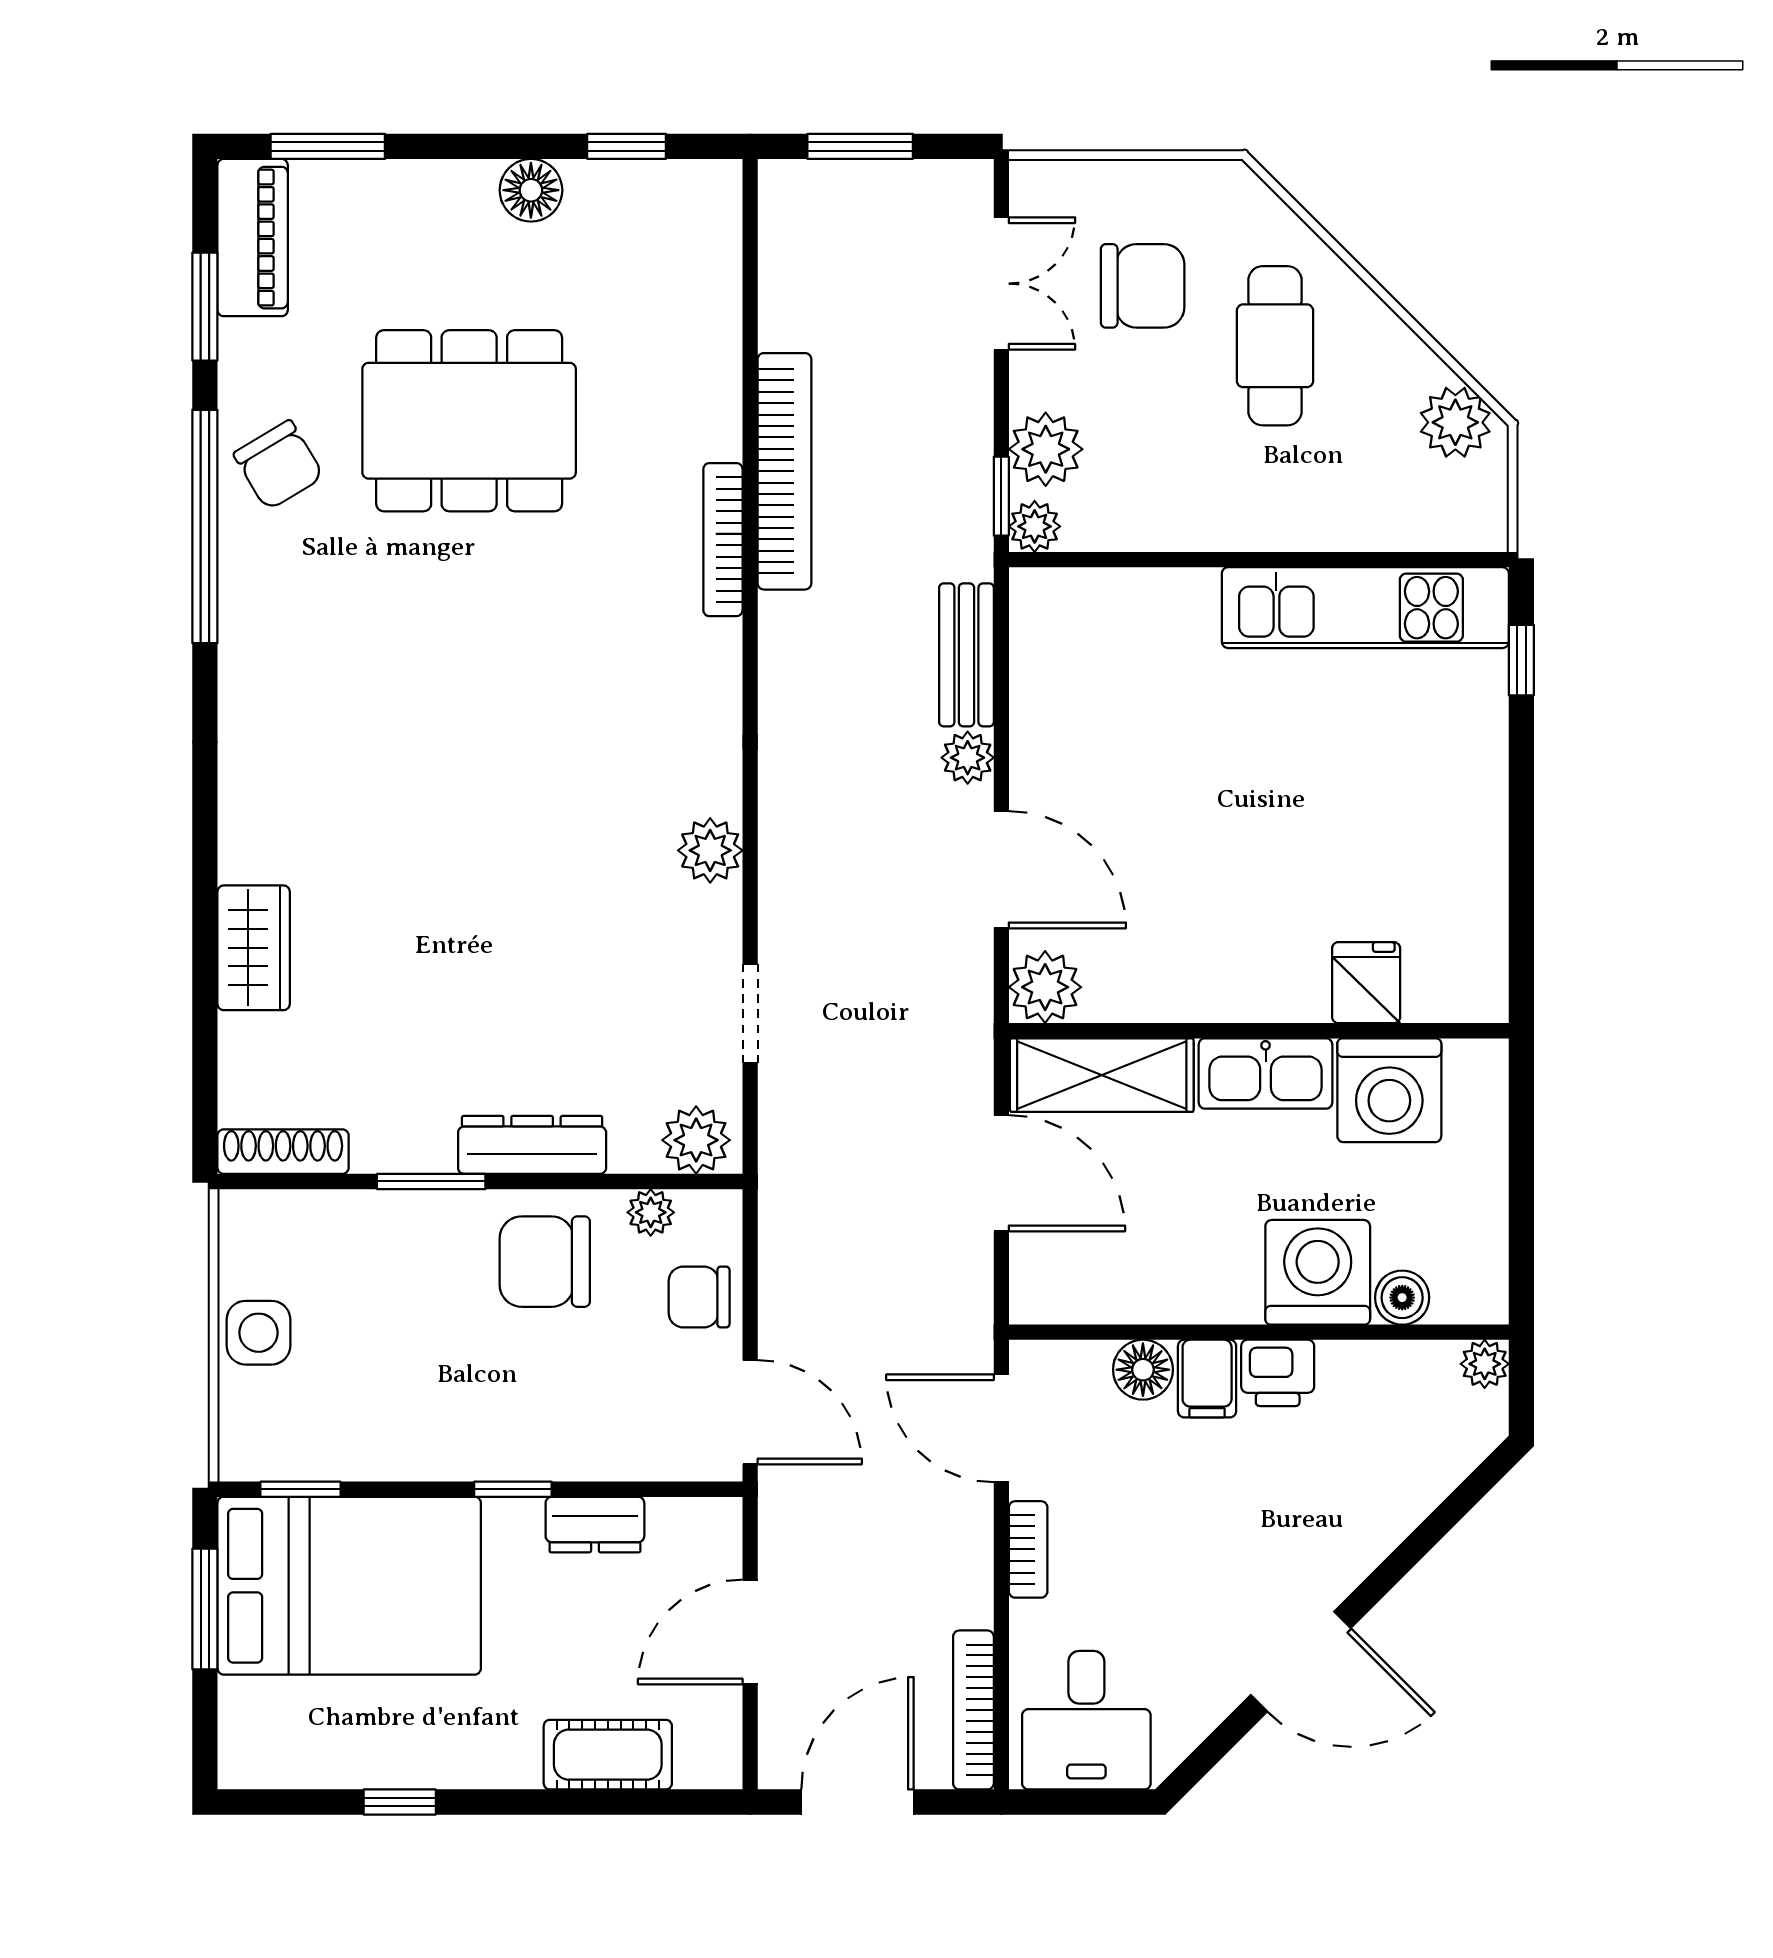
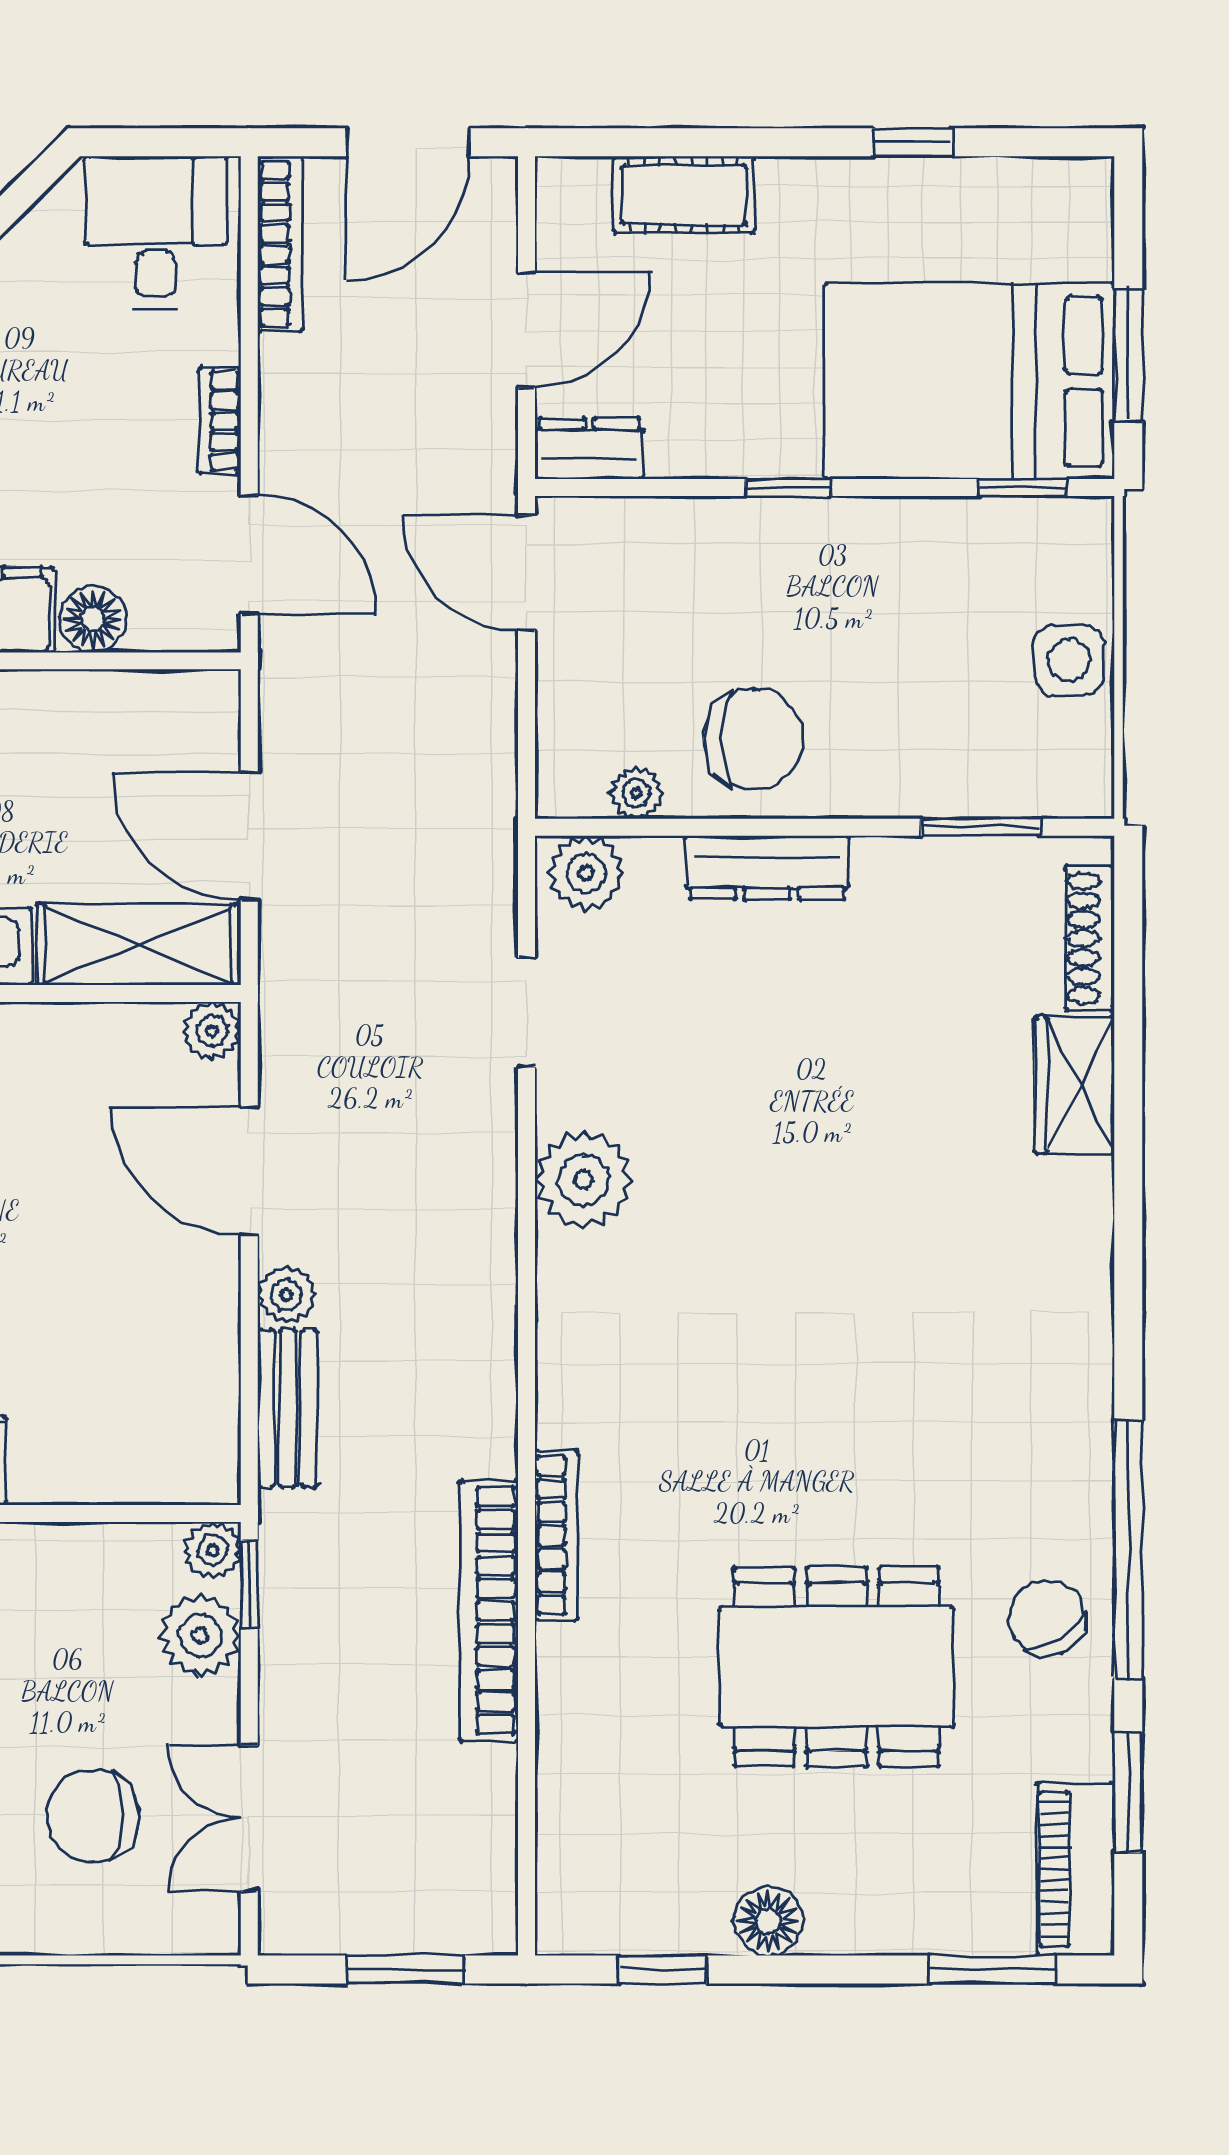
plant: (710, 850) -> (584, 1180), width x1.36, depth x1.36
plant: (1045, 987) -> (212, 1031), width x0.73, depth x0.73
shoe rack: (283, 1152) -> (1090, 938), moved, turned 90
window: (431, 1181) -> (981, 827), moved
chair: (699, 1297) -> (583, 700), removed
dresser: (595, 1525) -> (589, 449), moved

